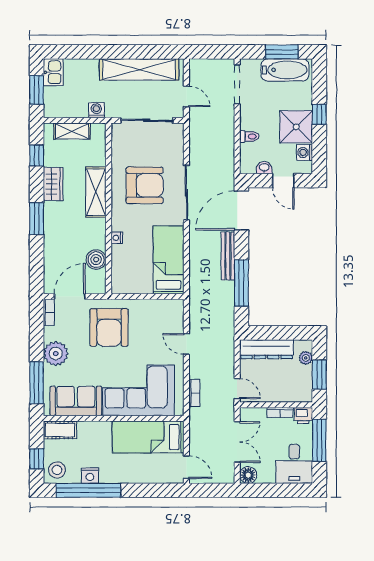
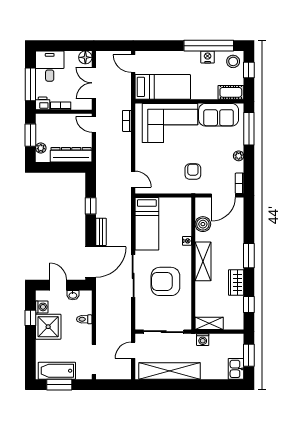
door: (186, 96) -> (133, 350), hinge flipped
window: (319, 114) -> (30, 318), moved
shelving: (72, 131) -> (209, 323), moved
shelving: (96, 192) -> (203, 261), moved
bench: (228, 256) -> (101, 232), width x0.73
window: (241, 283) -> (91, 206), width x0.46
armchair: (109, 327) -> (193, 172), width x0.53, depth x0.53
door: (186, 344) -> (133, 179), moved
plant: (56, 354) -> (239, 156), width x0.53, depth x0.53

